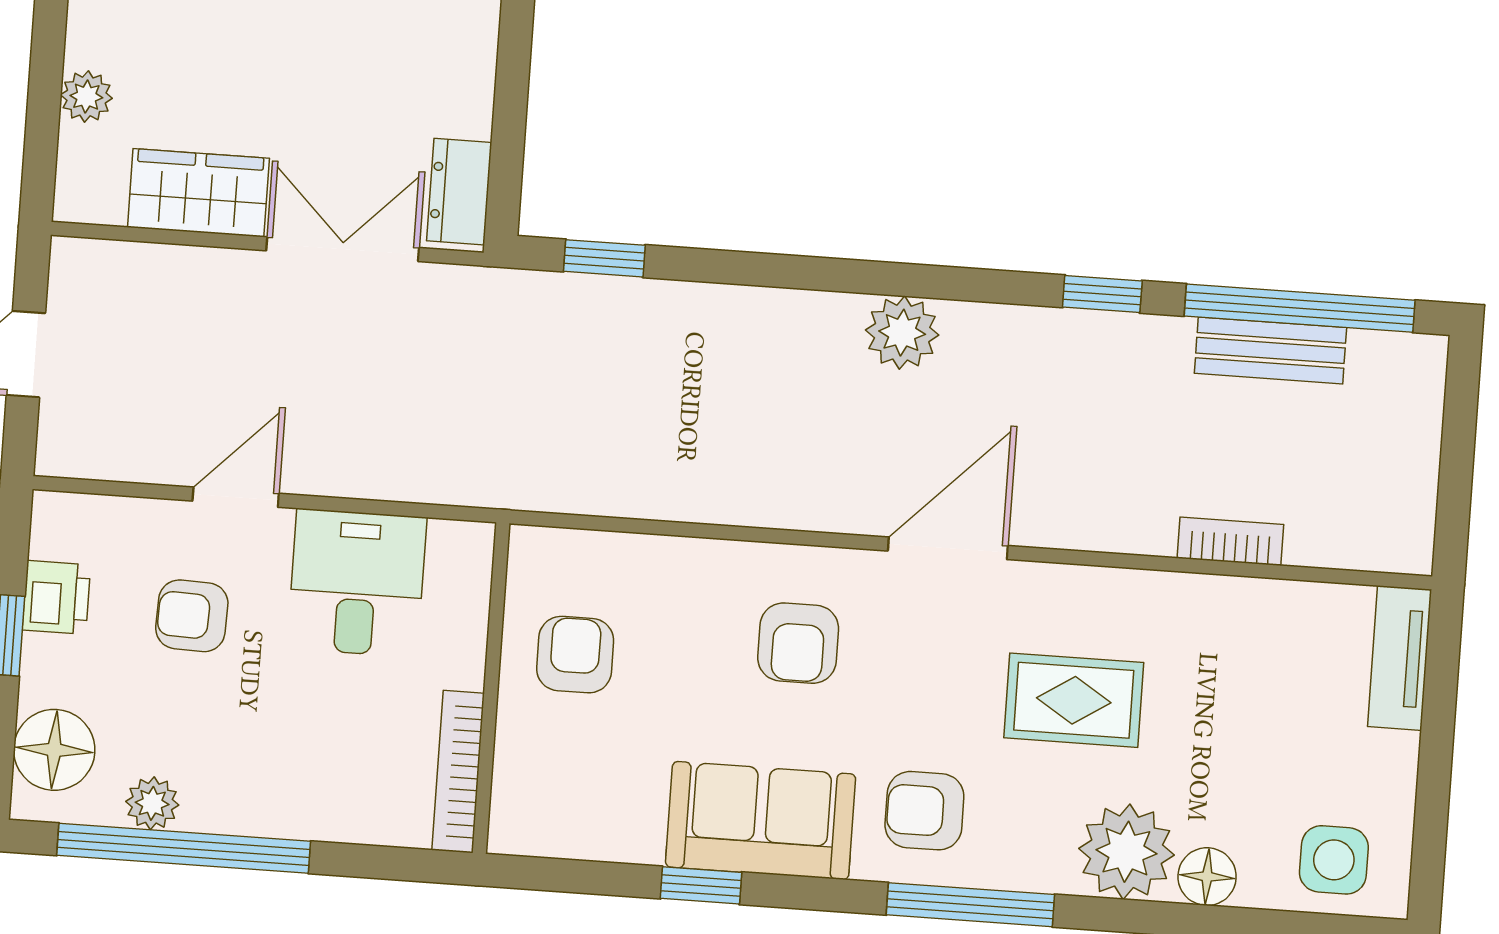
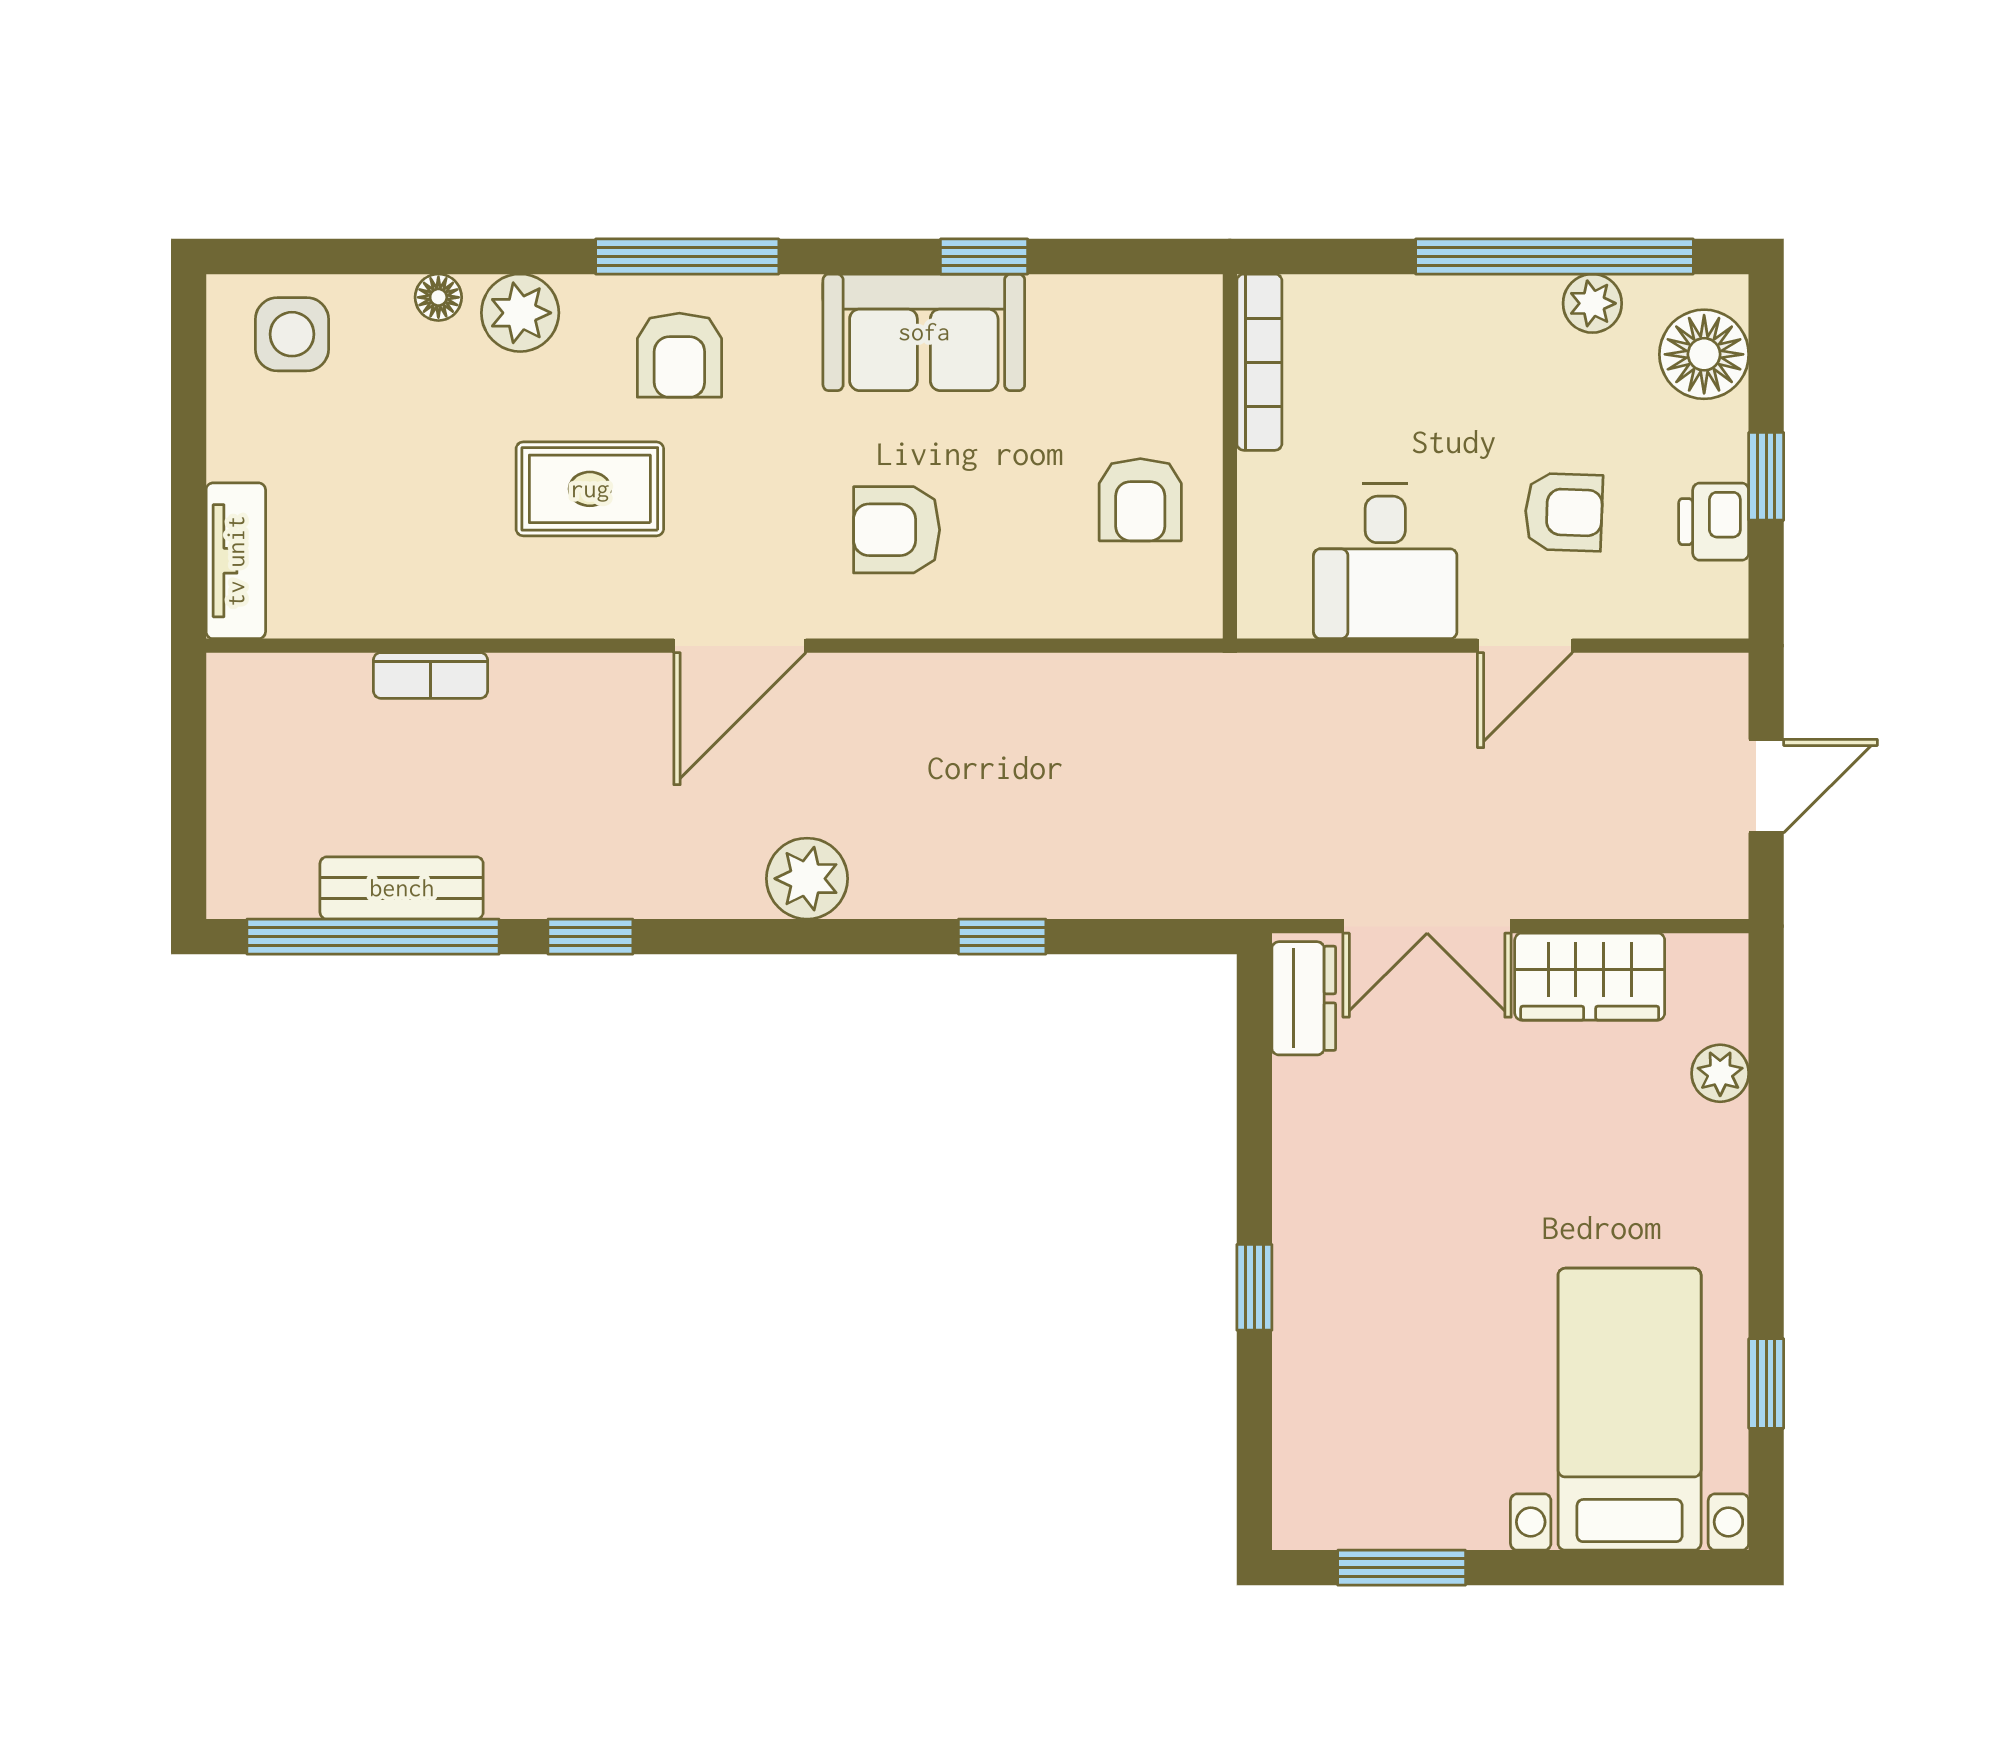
window: (604, 258) -> (1002, 937), moved
armchair: (798, 643) -> (897, 530), turned -90
armchair: (924, 811) -> (679, 355), moved, turned 90
plant: (1126, 852) -> (520, 313), width x0.73, depth x0.73
floor lamp: (1207, 877) -> (438, 297), width x0.73, depth x0.73

